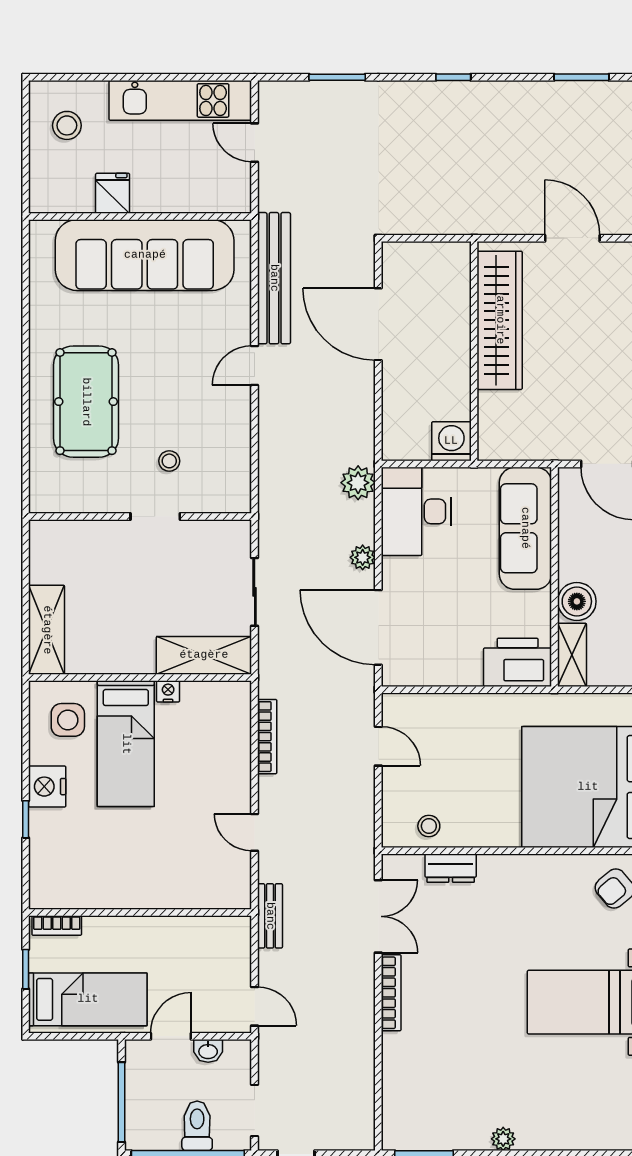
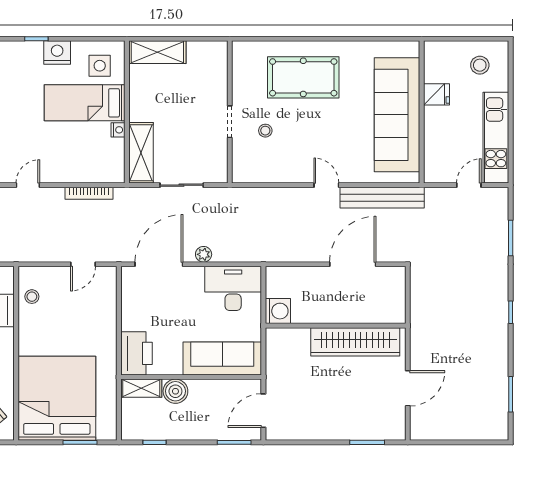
plant: (358, 483) -> (251, 251), removed

